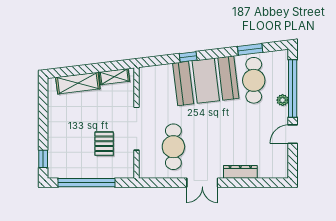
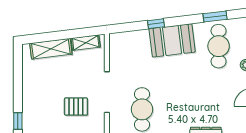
booth: (206, 81) -> (172, 40), width x0.73, depth x0.70
pallet: (104, 144) -> (76, 106), turned 90

